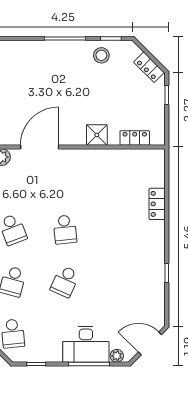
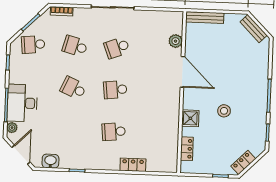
stool: (101, 55) -> (224, 111), moved
school desk: (117, 229) -> (114, 132), added
washbasin: (157, 306) -> (50, 161), added

